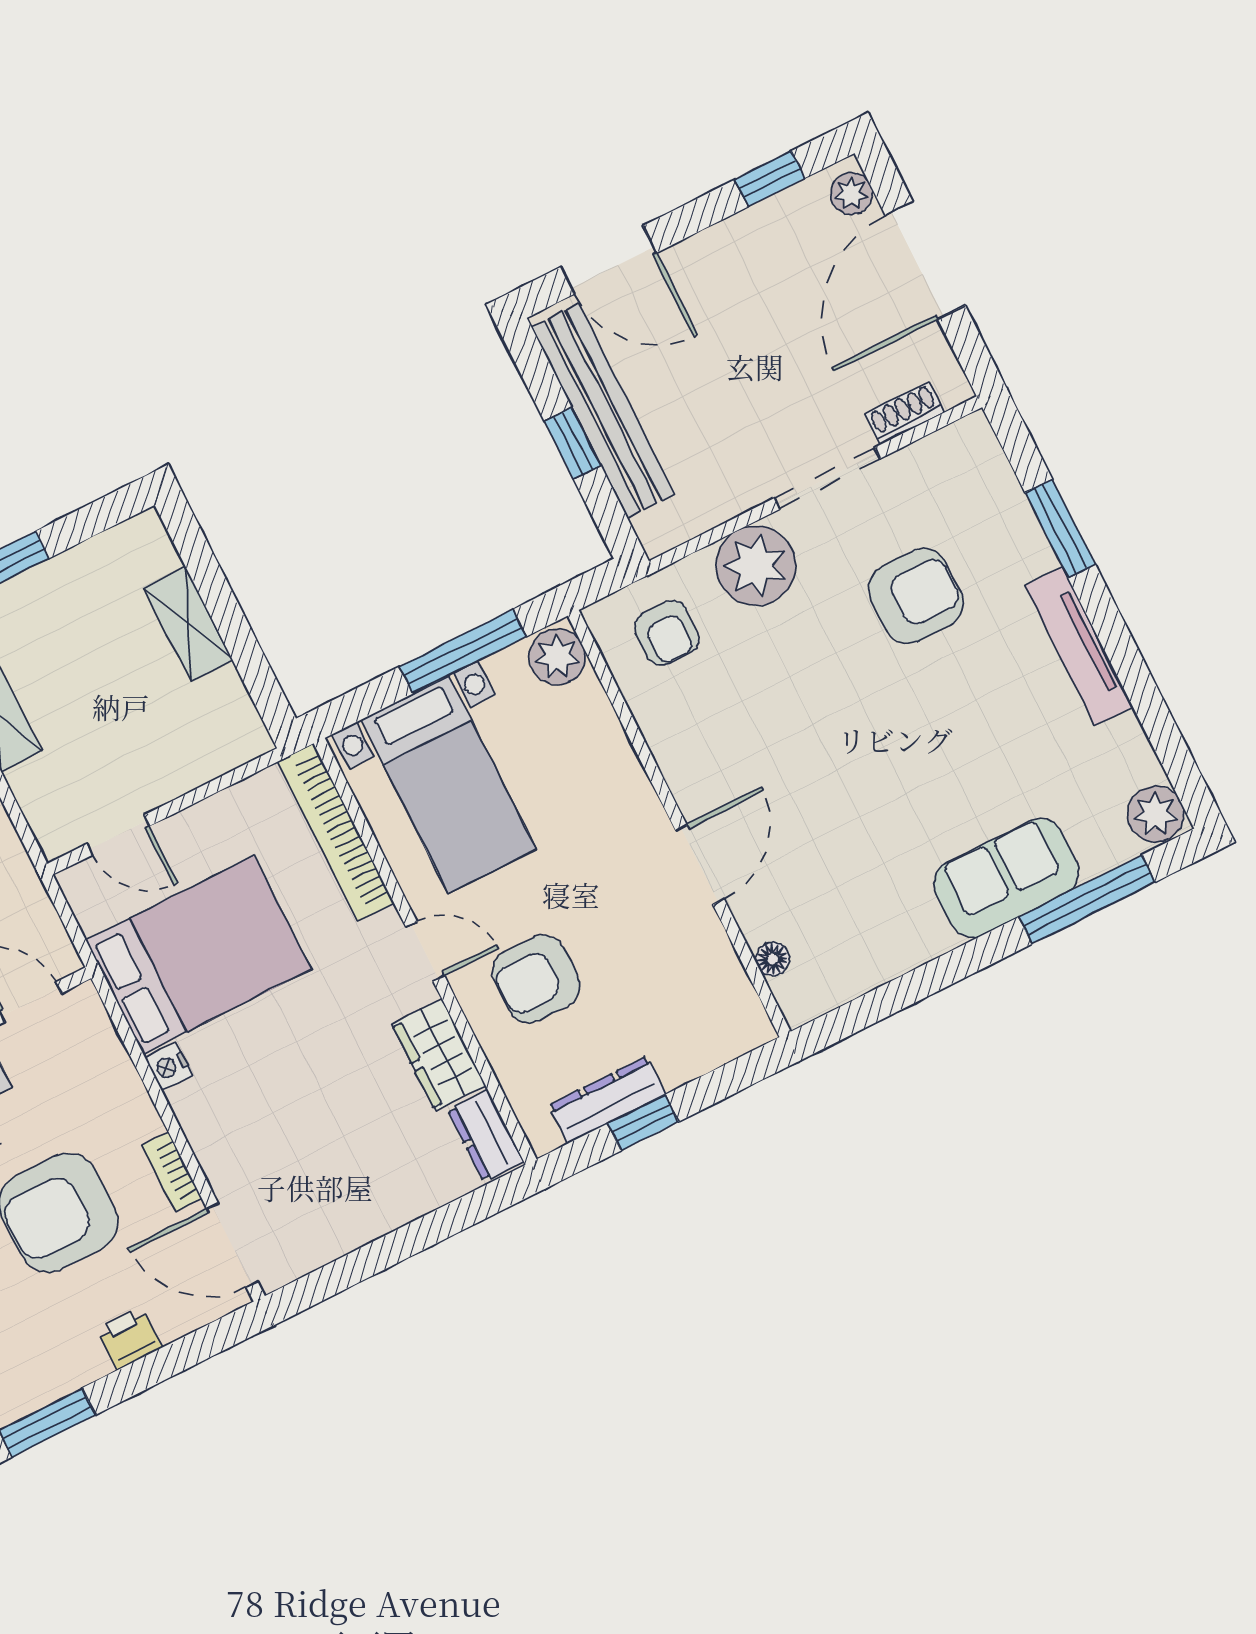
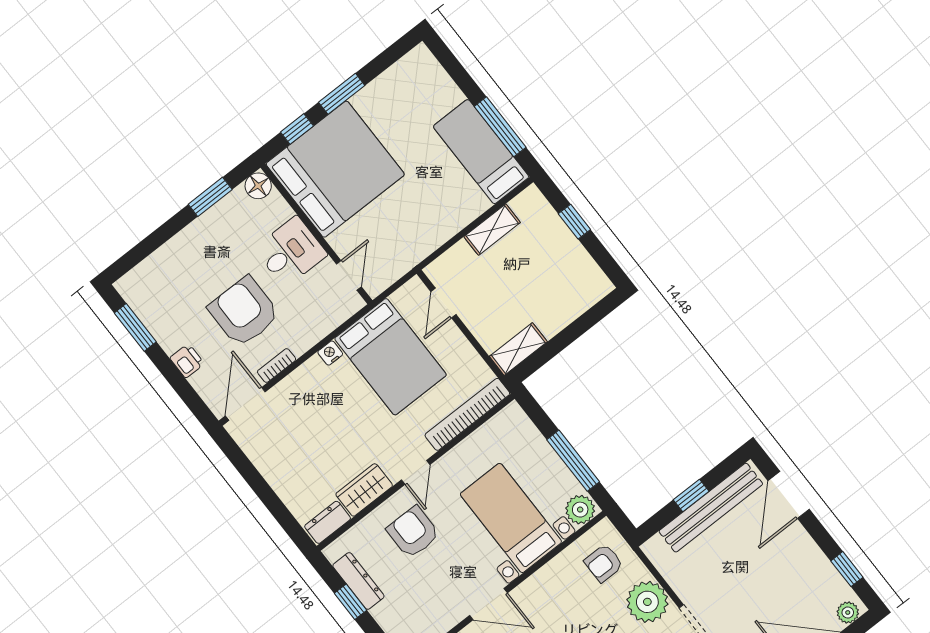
shelving: (188, 624) -> (518, 349), moved
bed with nightstands: (448, 784) -> (511, 518), moved, turned 90

